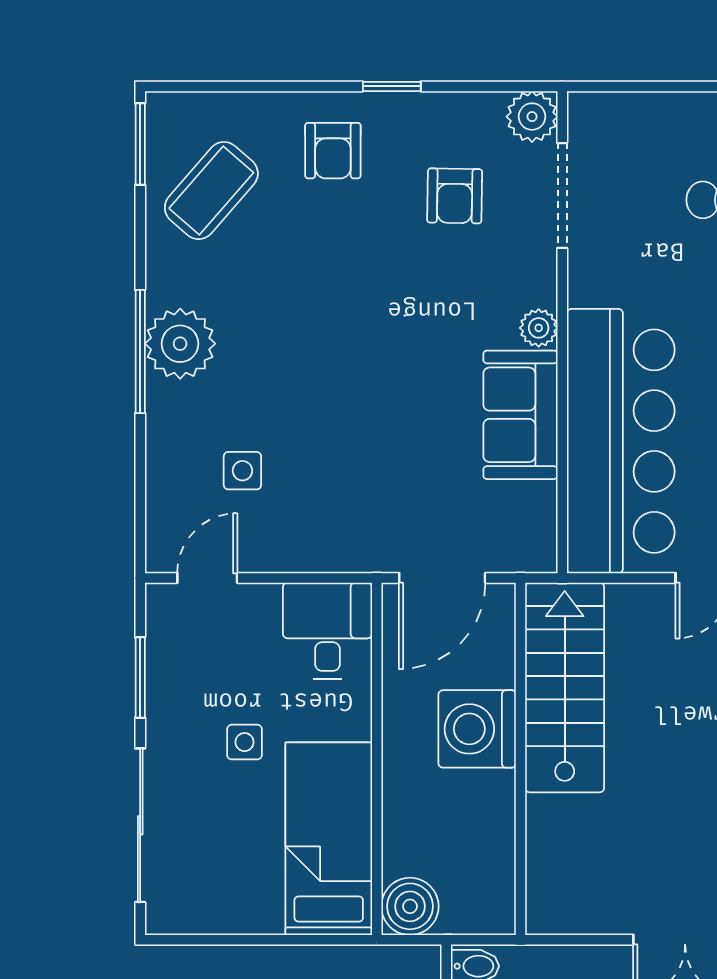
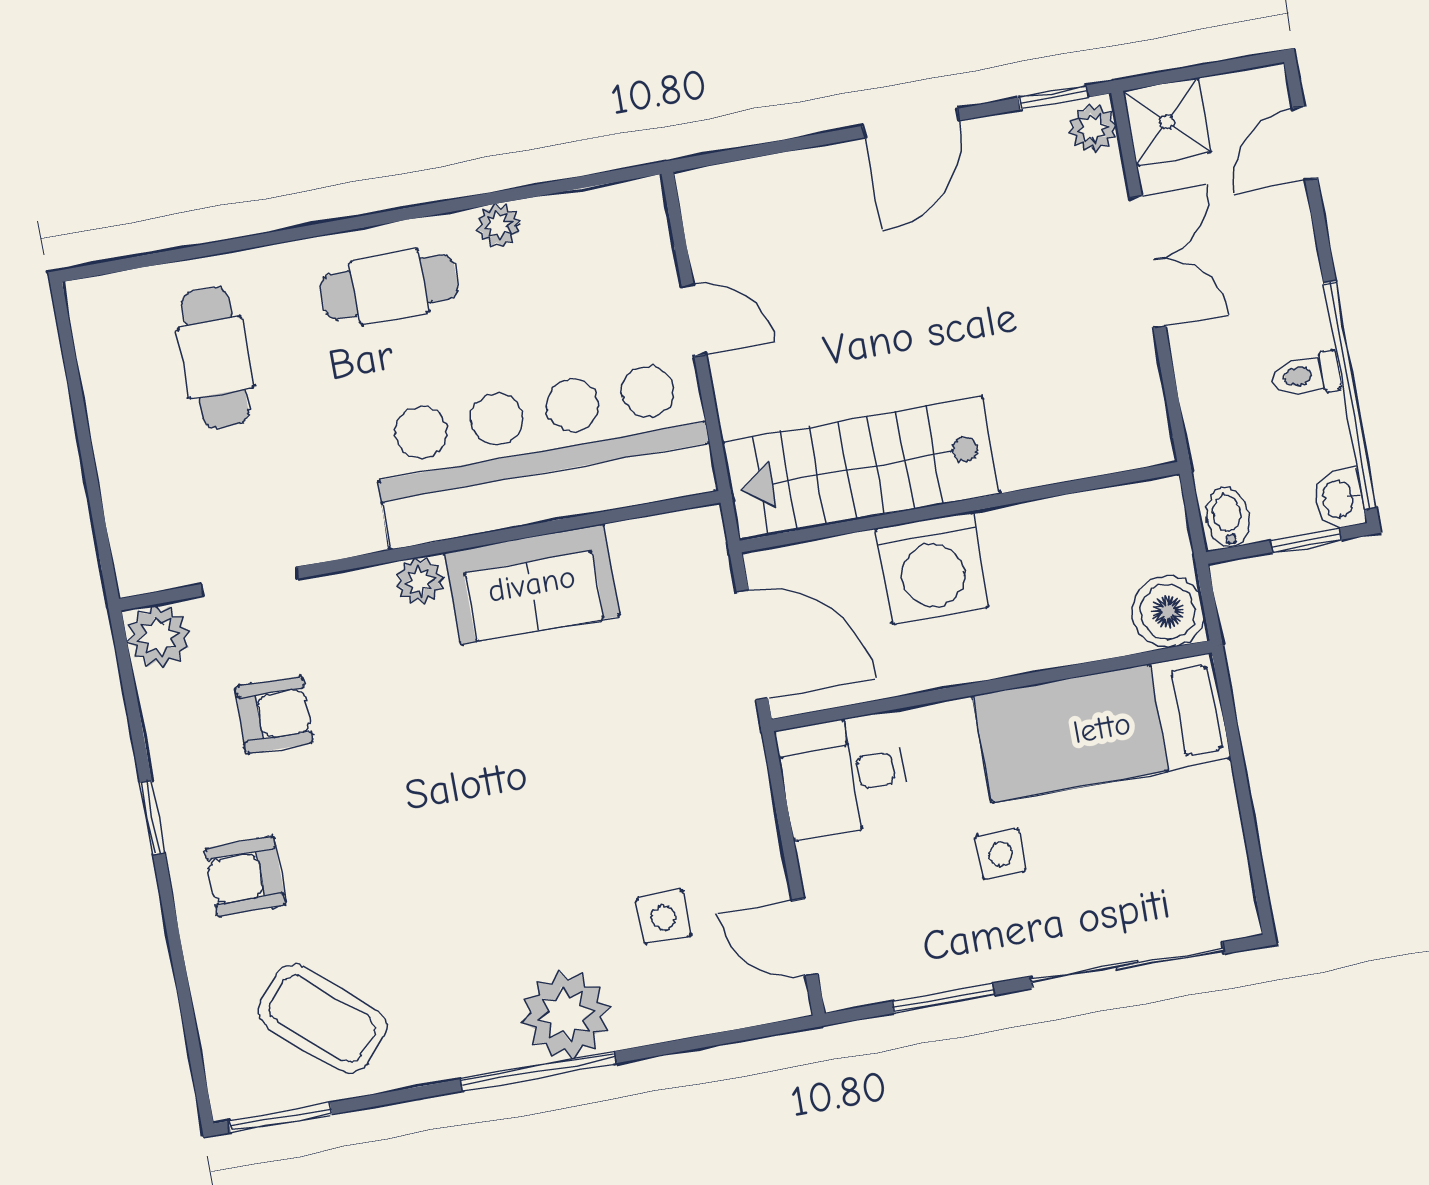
armchair: (333, 151) -> (245, 876), turned 180
doorway: (562, 196) -> (250, 581), width x0.73
plant: (180, 344) -> (566, 1015), moved

